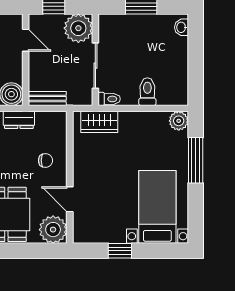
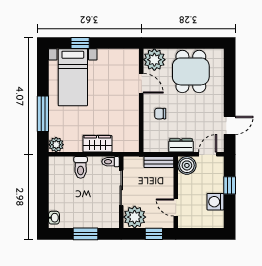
wardrobe: (99, 122) -> (97, 144), moved
window: (120, 251) -> (80, 43), moved

